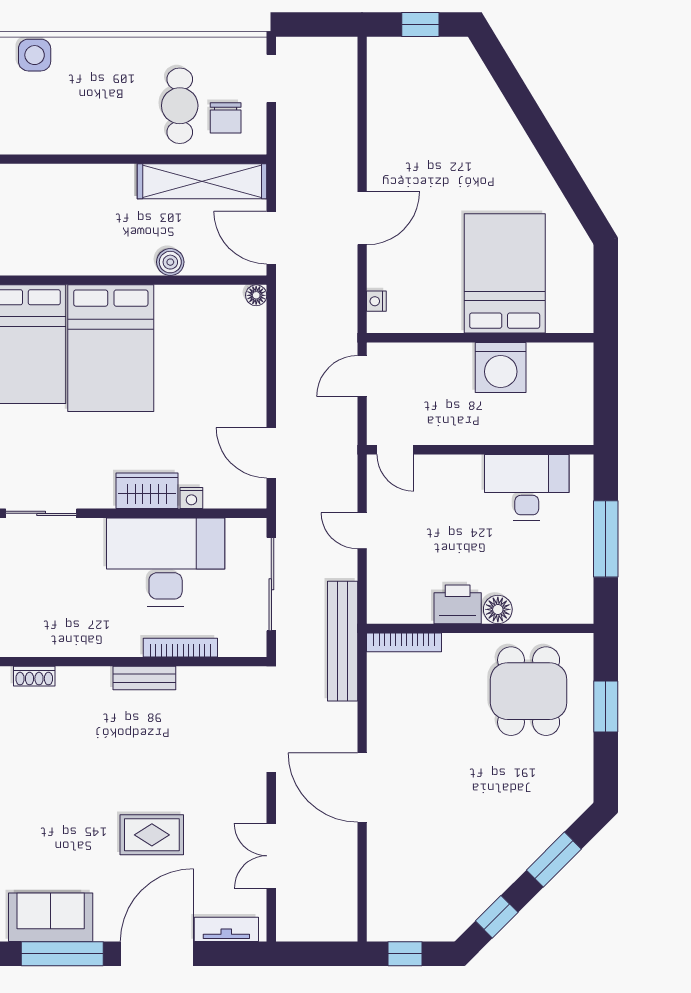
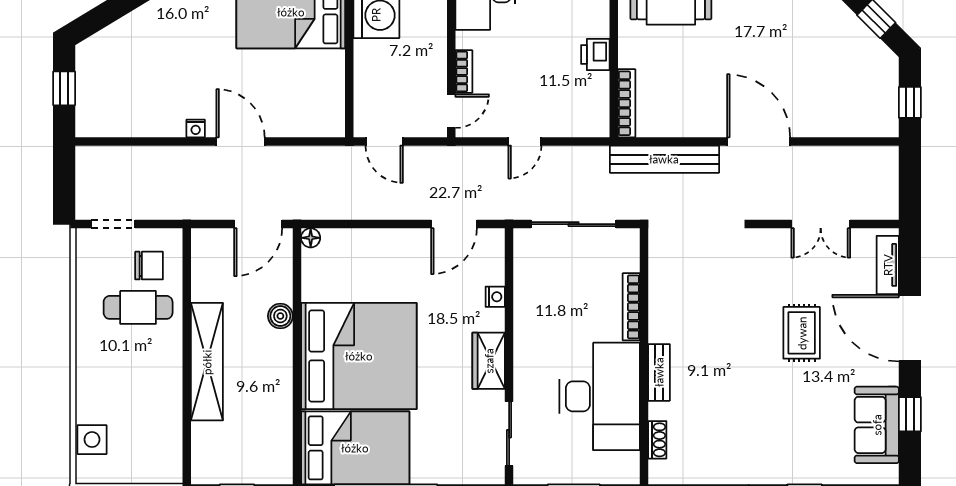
shelving: (202, 181) -> (207, 362), moved
nightstand: (376, 301) -> (196, 128), moved
bed: (111, 348) -> (359, 356), width x1.36
bookcase: (439, 464) -> (464, 71), added
wardrobe: (147, 491) -> (489, 361), moved
desk: (166, 562) -> (600, 396), moved, turned 180
printer: (458, 604) -> (595, 54), width x0.73, depth x0.81
floor lamp: (498, 609) -> (597, 18), removed
bench: (343, 641) -> (664, 159), moved
bench: (144, 678) -> (659, 372), moved
door: (362, 788) -> (759, 141), swing flipped
window: (62, 954) -> (910, 414), width x0.46

